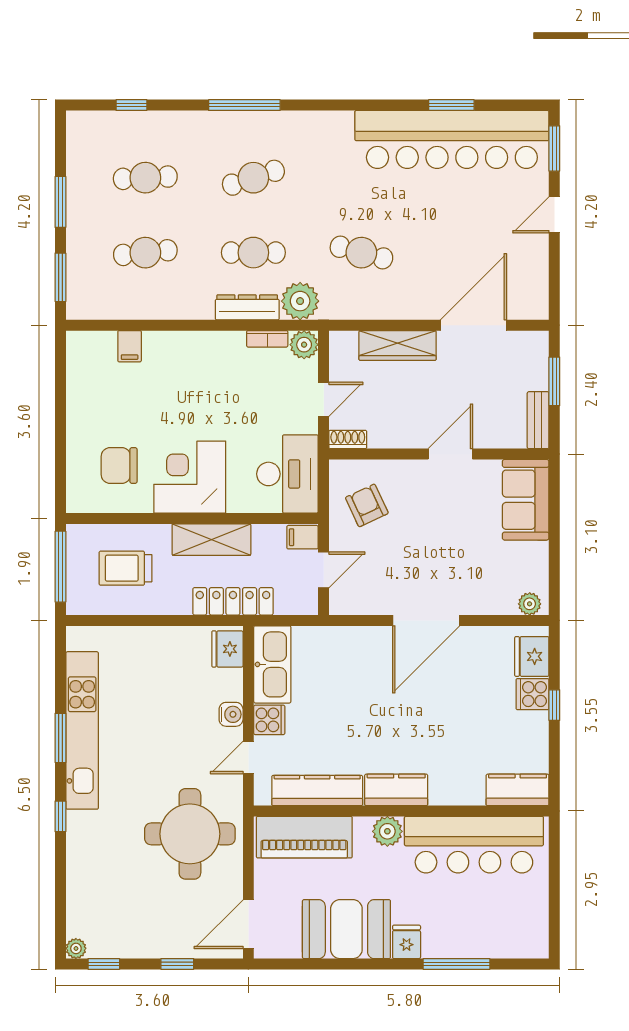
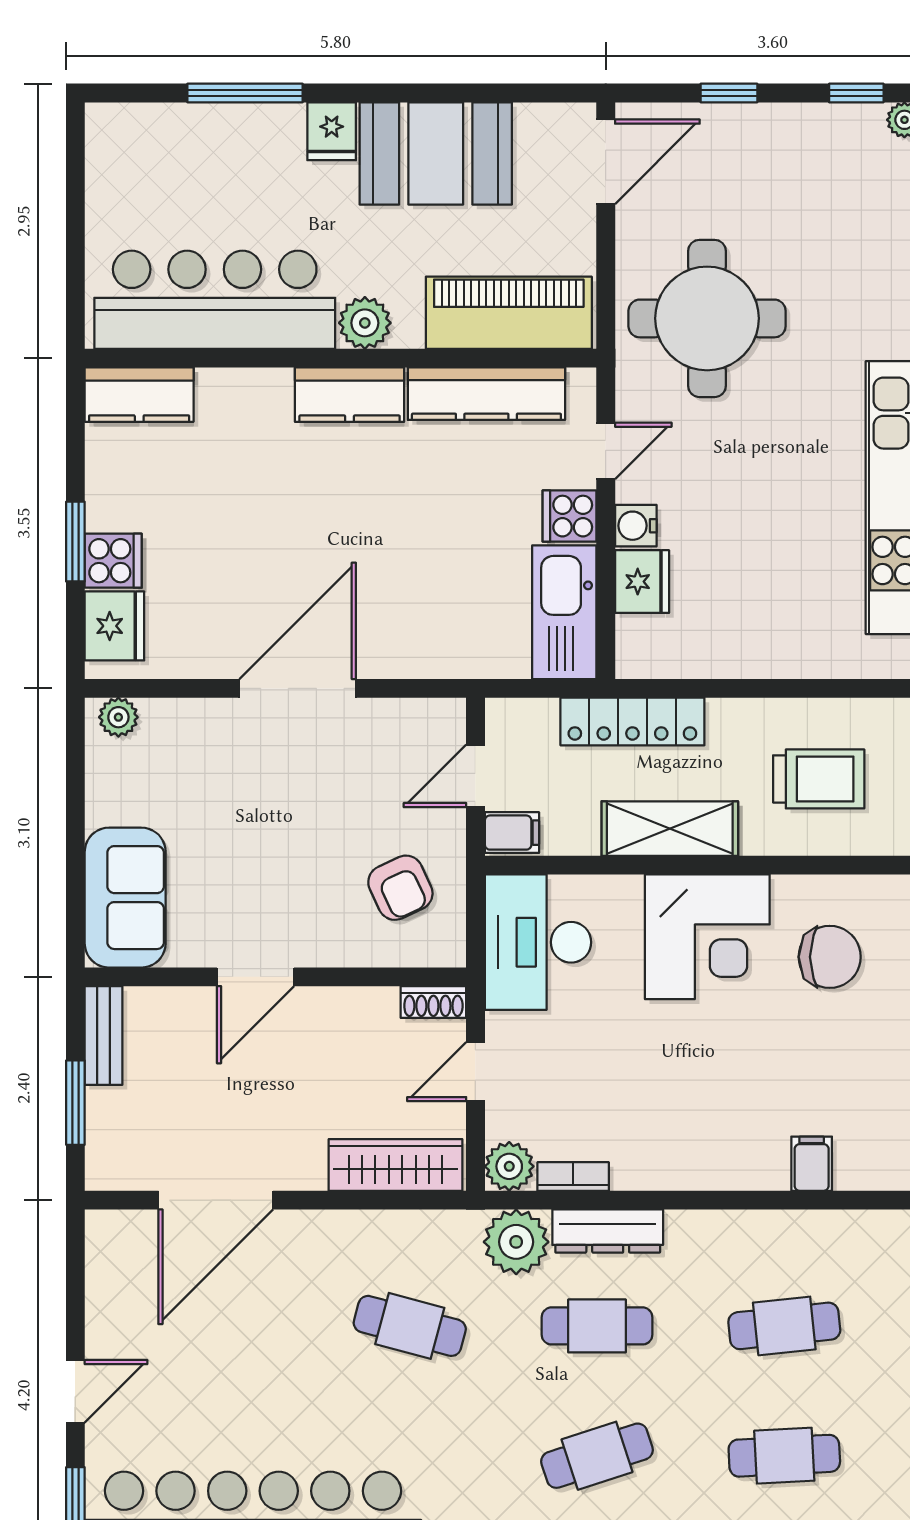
wardrobe: (398, 345) -> (395, 1165), moved
fridge: (227, 649) -> (642, 582), moved
window: (554, 705) -> (75, 542), width x1.50

